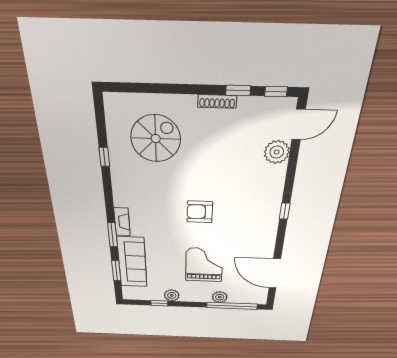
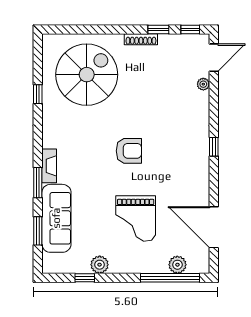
spiral stairs: (156, 139) -> (87, 75), width x1.37, depth x1.37
plant: (277, 152) -> (203, 84), width x0.53, depth x0.53
armchair: (200, 212) -> (129, 151), turned 180
grand piano: (204, 265) -> (136, 218), turned 180
plant: (220, 297) -> (177, 265), moved

